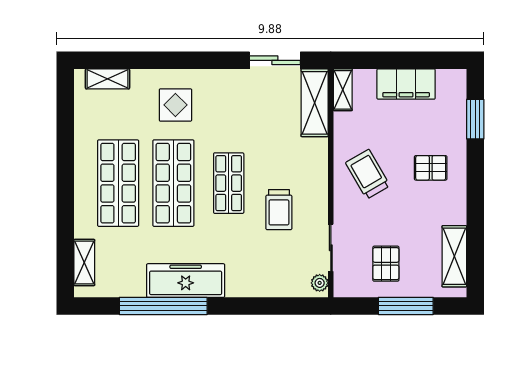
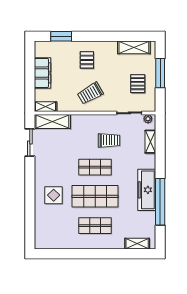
shelving: (107, 79) -> (150, 142), moved
shop shelf: (118, 183) -> (95, 226), width x0.70, depth x0.74
pallet: (386, 264) -> (138, 84), turned 90

